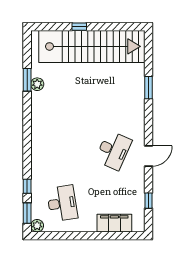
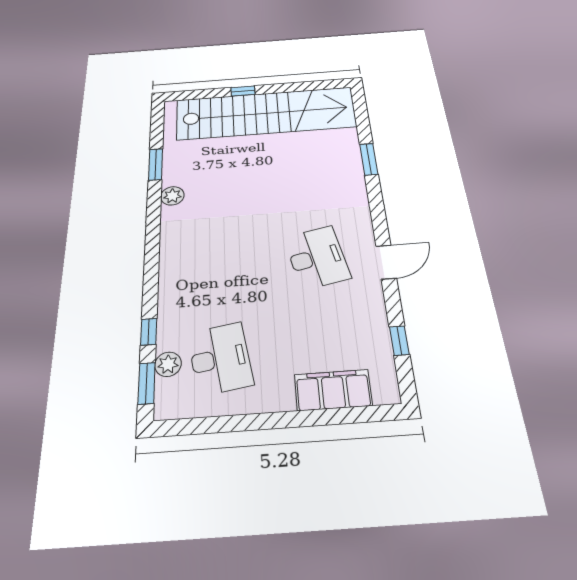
plant: (37, 84) -> (172, 196), moved
desk: (113, 150) -> (317, 258), turned -36
plant: (37, 226) -> (168, 364), moved

